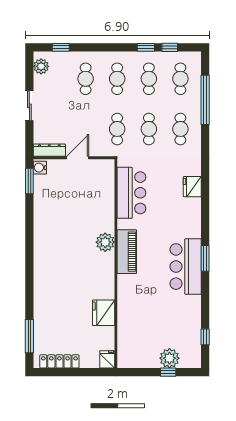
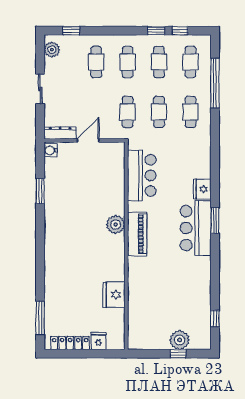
window: (29, 181) -> (40, 191), moved
fridge: (192, 187) -> (202, 189), moved
window: (205, 258) -> (215, 221), moved
bar counter: (186, 267) -> (196, 228), moved
fridge: (107, 359) -> (99, 341), moved

